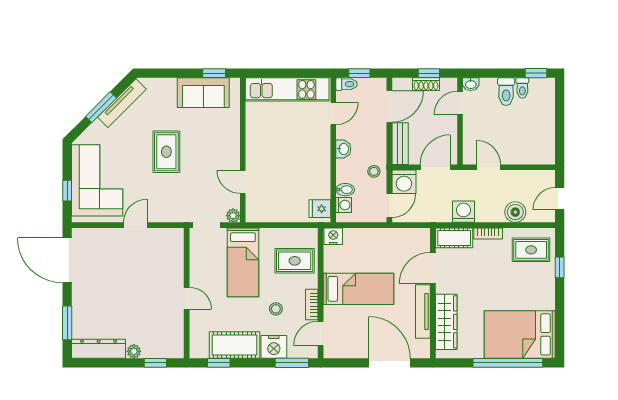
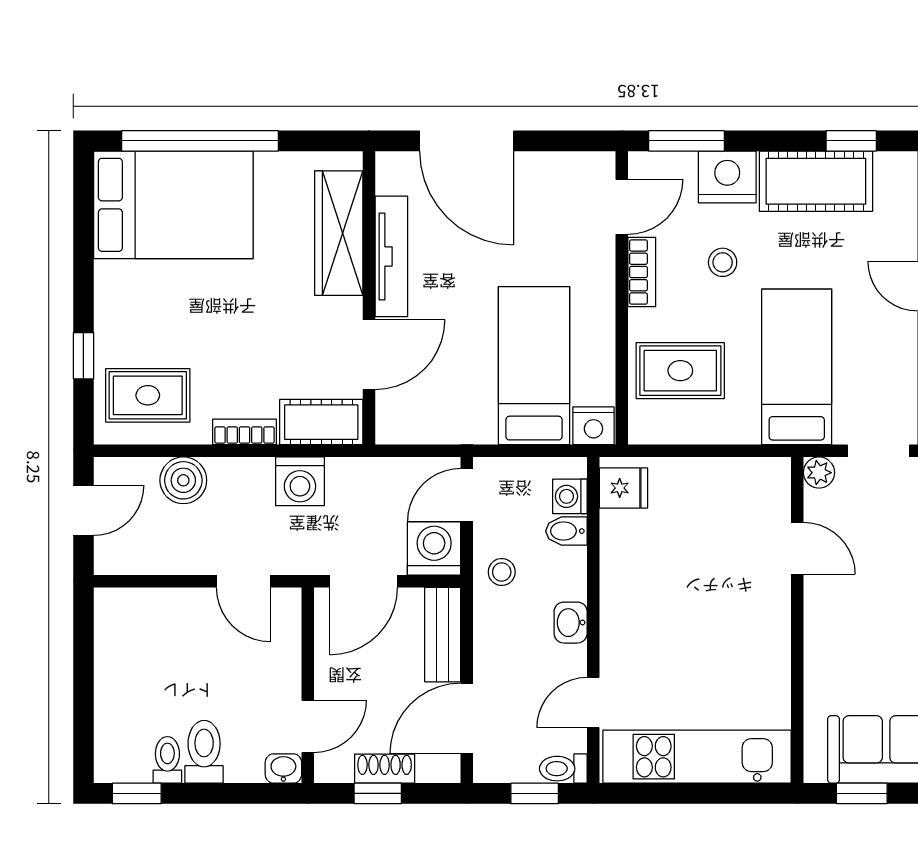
bed: (358, 289) -> (534, 366), moved, turned 90

